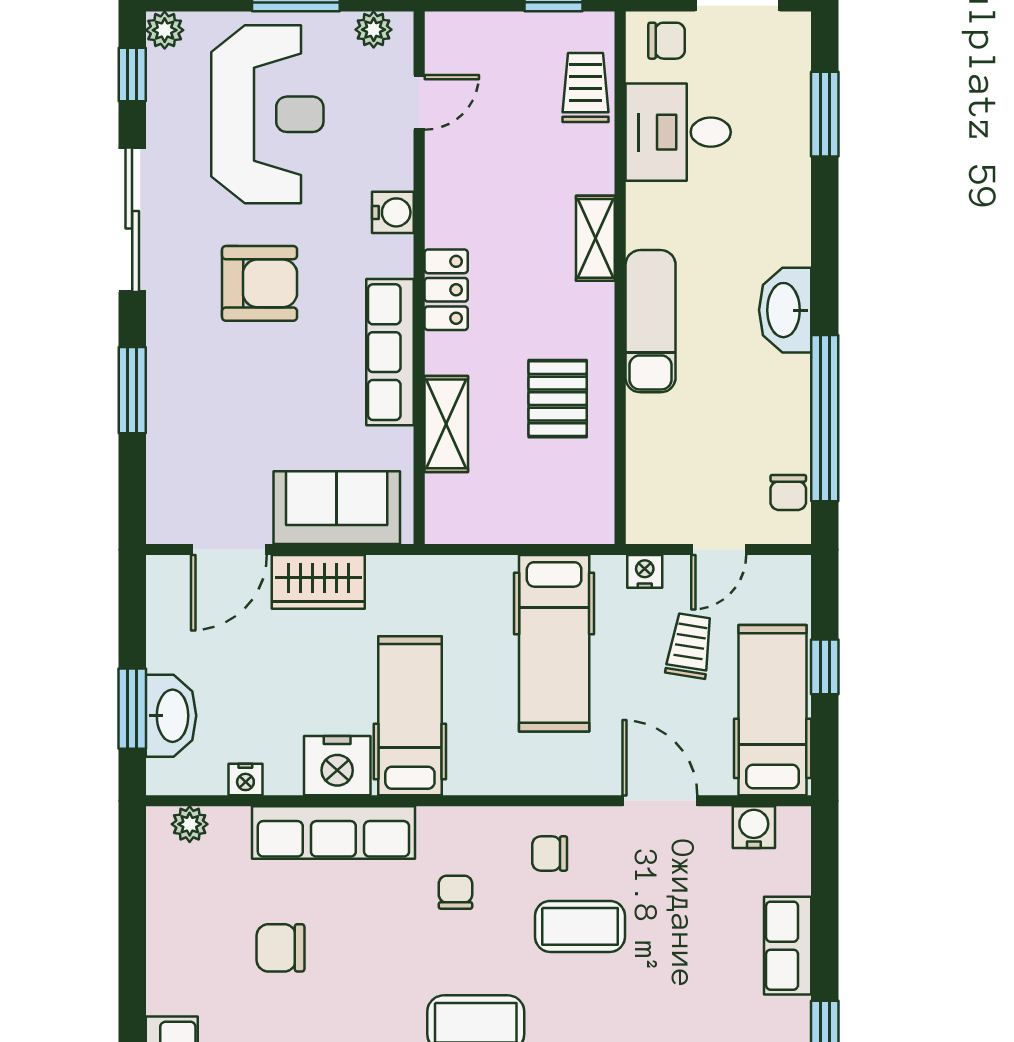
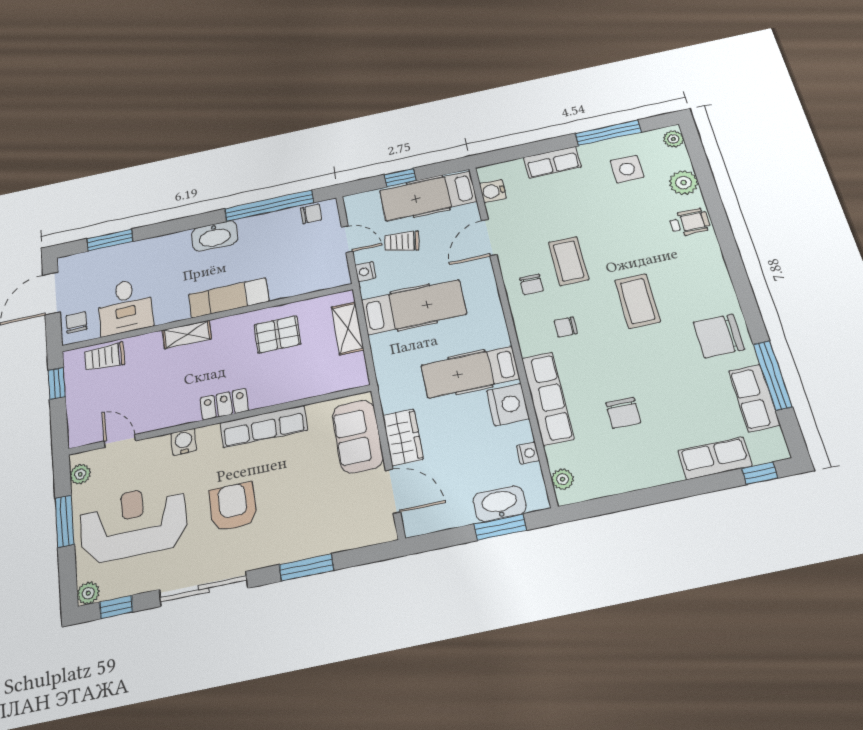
shelving: (446, 424) -> (348, 328), moved, turned 90

